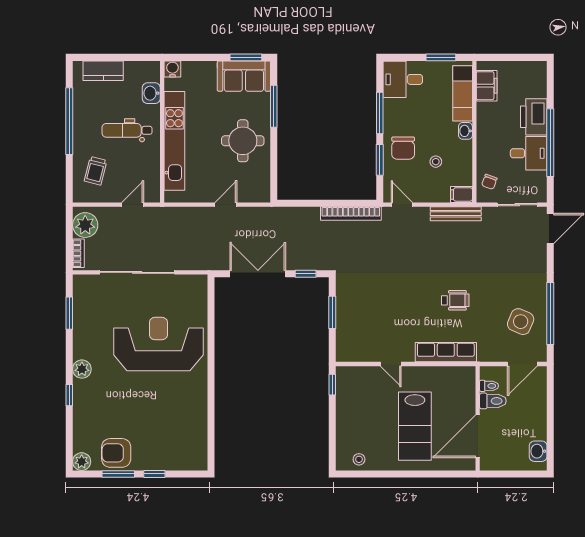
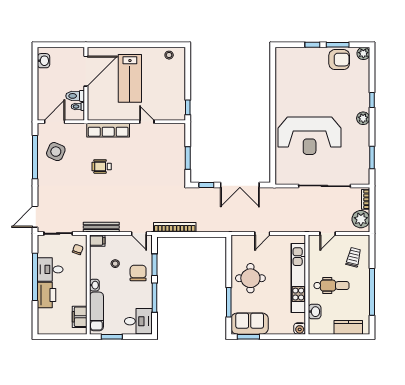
lab bench: (415, 426) -> (130, 78), turned 180

